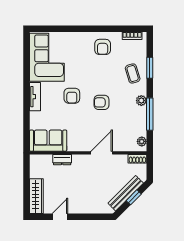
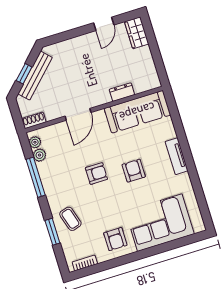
armchair: (103, 47) -> (115, 239), turned 180
corner sofa: (47, 57) -> (160, 223), moved, turned 90
plant: (141, 101) -> (40, 155), moved
sofa: (48, 141) -> (137, 112), width x1.36
wardrobe: (36, 196) -> (137, 33), width x0.67

